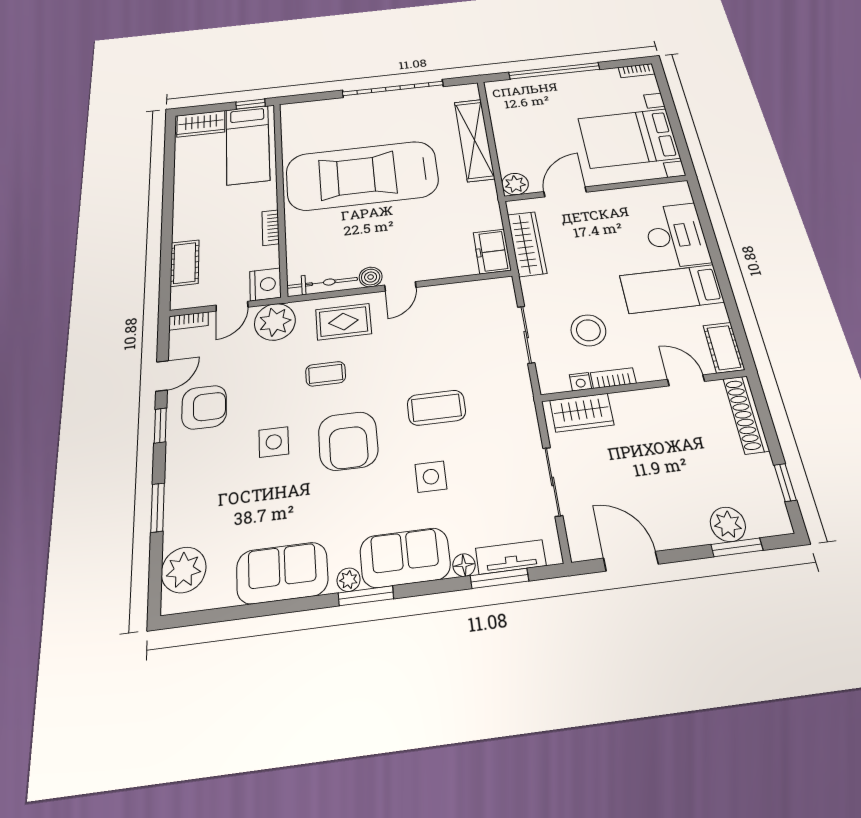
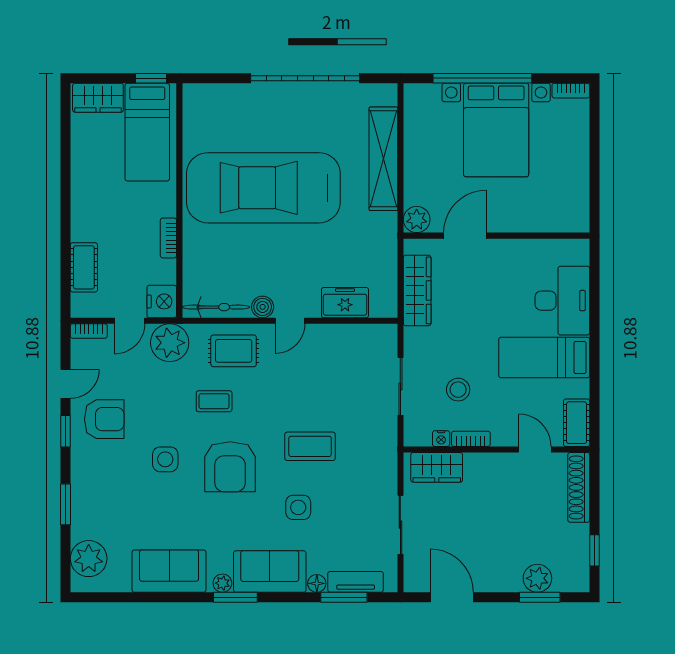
bed with nightstands: (629, 138) -> (496, 130), moved, turned -90
freezer: (492, 251) -> (345, 303), moved, turned 90
stool: (588, 330) -> (458, 390), width x0.73, depth x0.73

